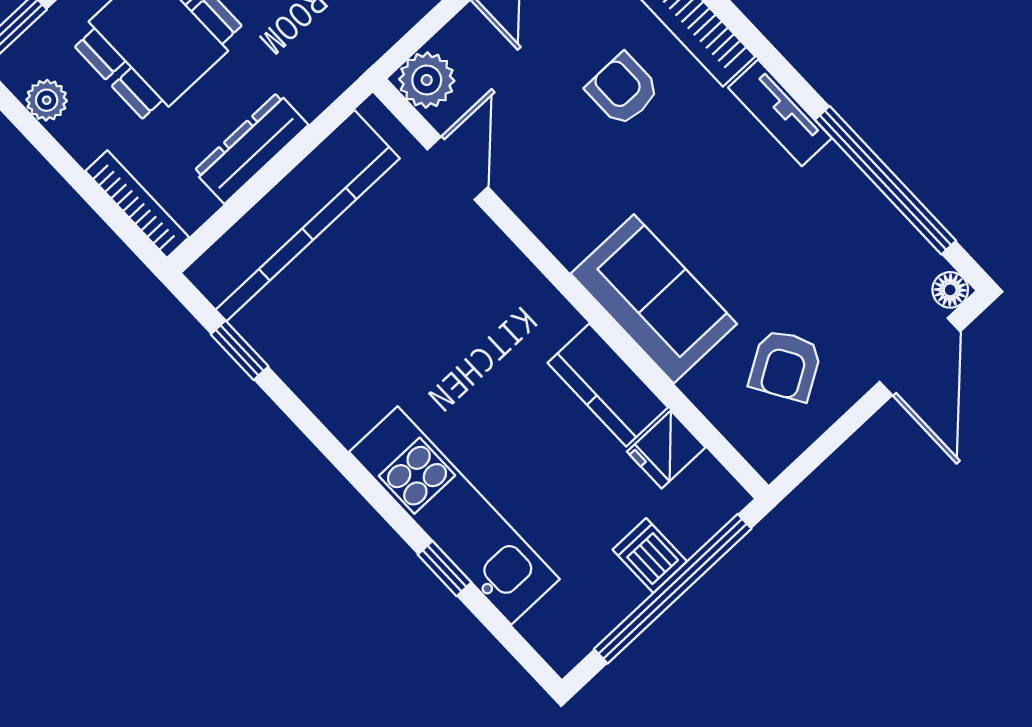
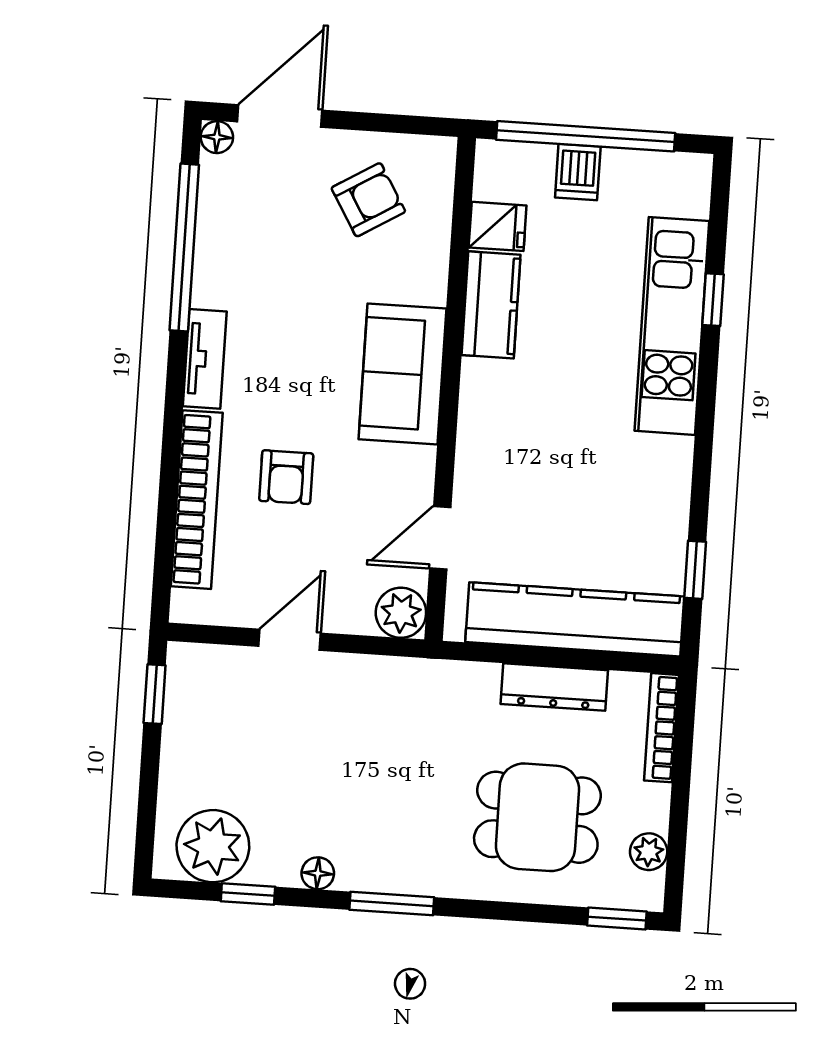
sofa: (654, 299) -> (402, 374), moved

